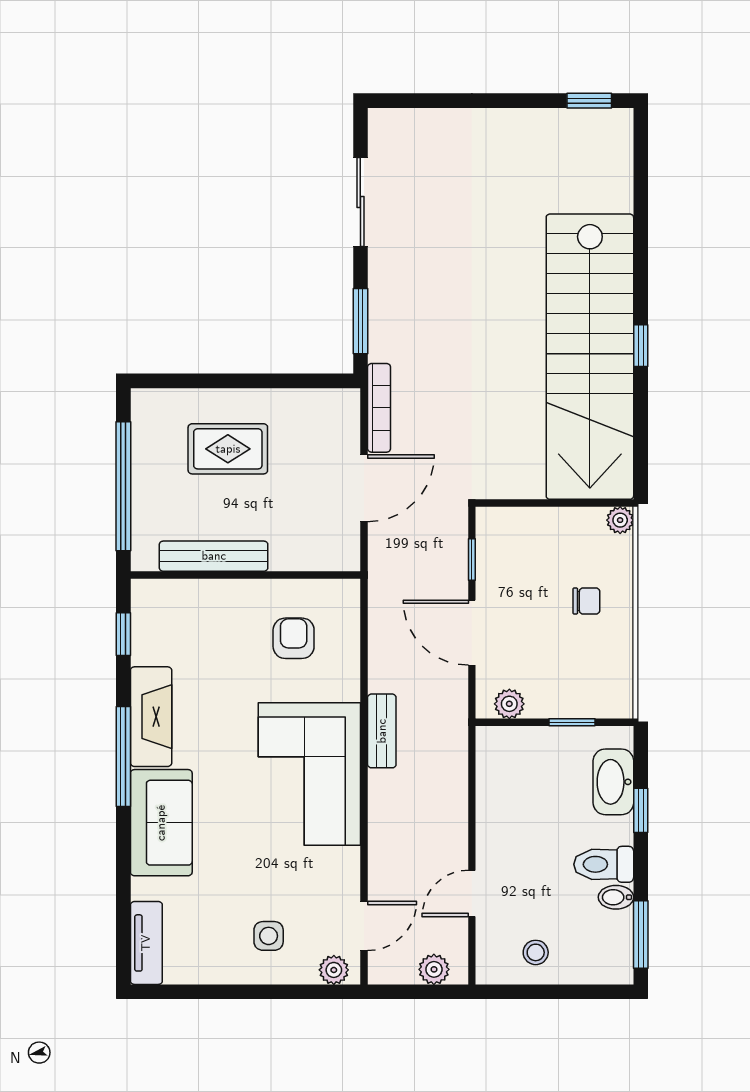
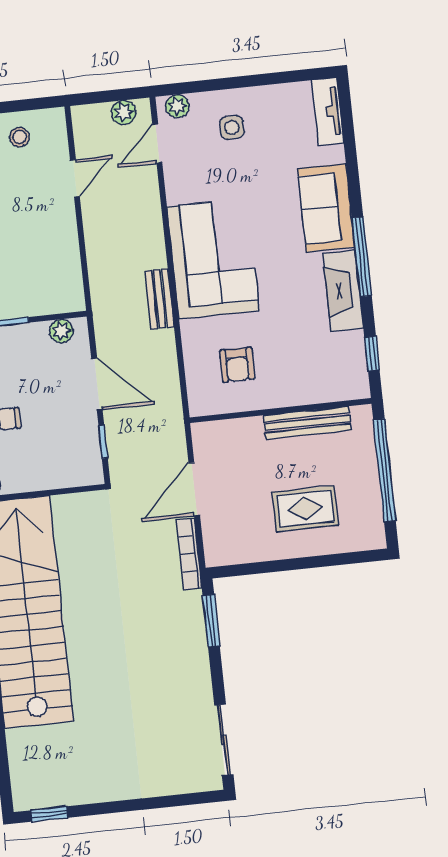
sliding door: (360, 202) -> (224, 740), moved
plant: (434, 969) -> (124, 112), moved

